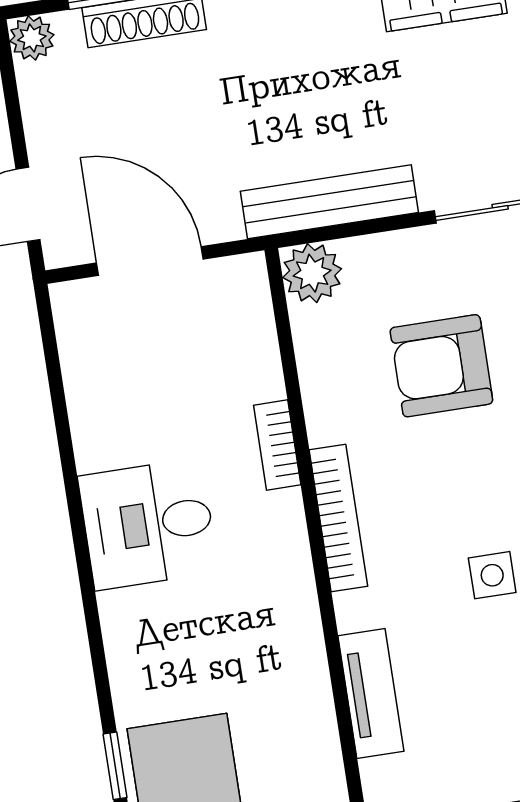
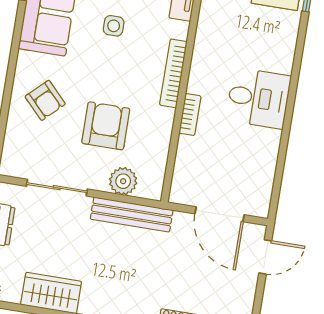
plant: (312, 273) -> (123, 181), moved
armchair: (441, 366) -> (106, 126), turned -90

